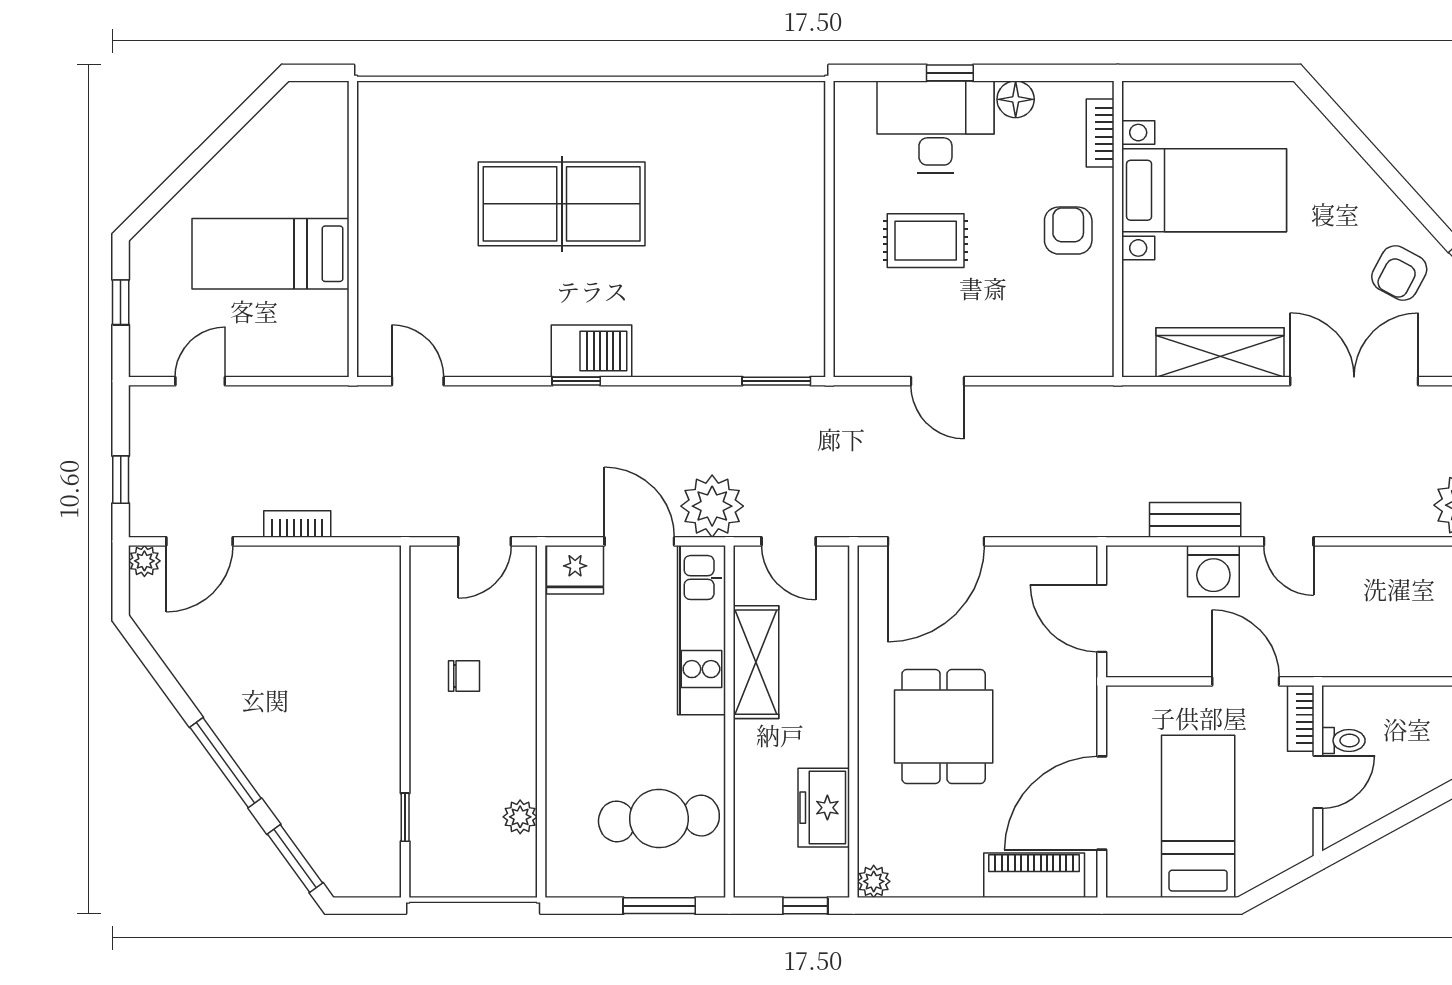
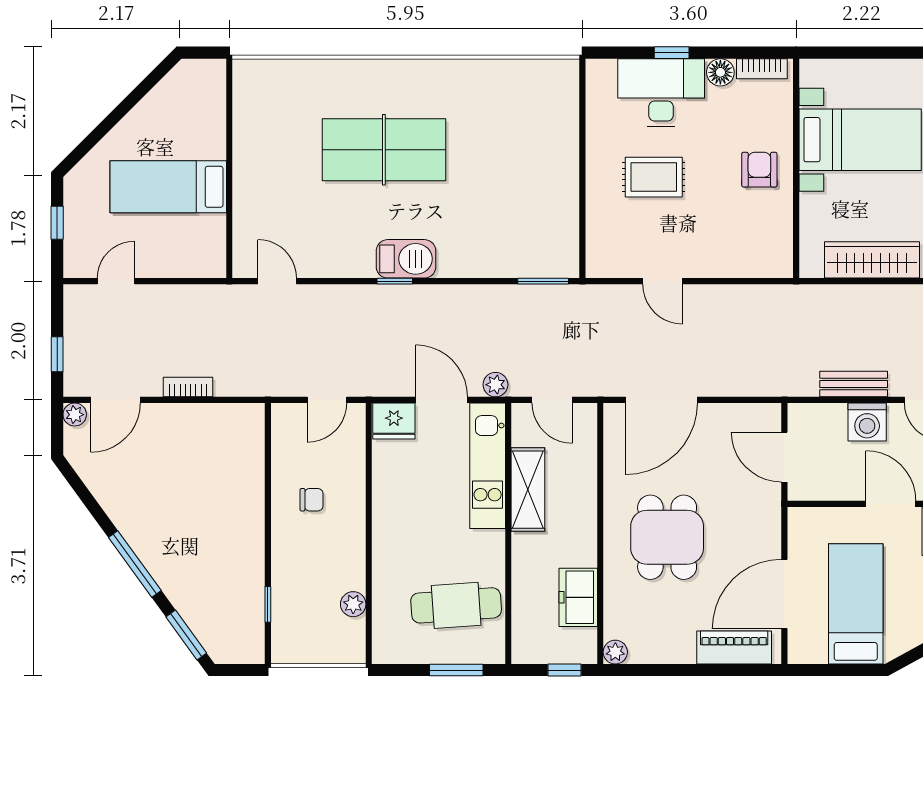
bookcase: (1100, 133) -> (762, 69), moved, turned -90
plant: (712, 506) -> (495, 385), width x0.53, depth x0.53

